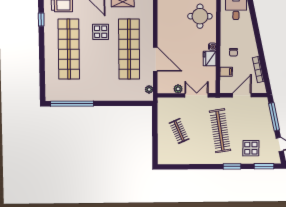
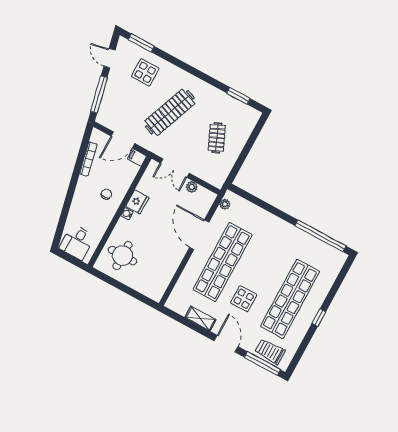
window: (41, 20) -> (319, 318), moved
filing cabinet: (226, 72) -> (137, 157), moved
clothes rail: (220, 131) -> (170, 112), turned 30
window: (232, 166) -> (238, 96), moved

